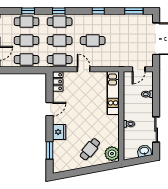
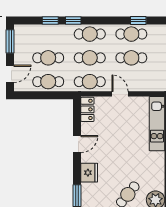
window: (59, 11) -> (73, 20), moved
cafe table: (27, 22) -> (131, 34), moved

